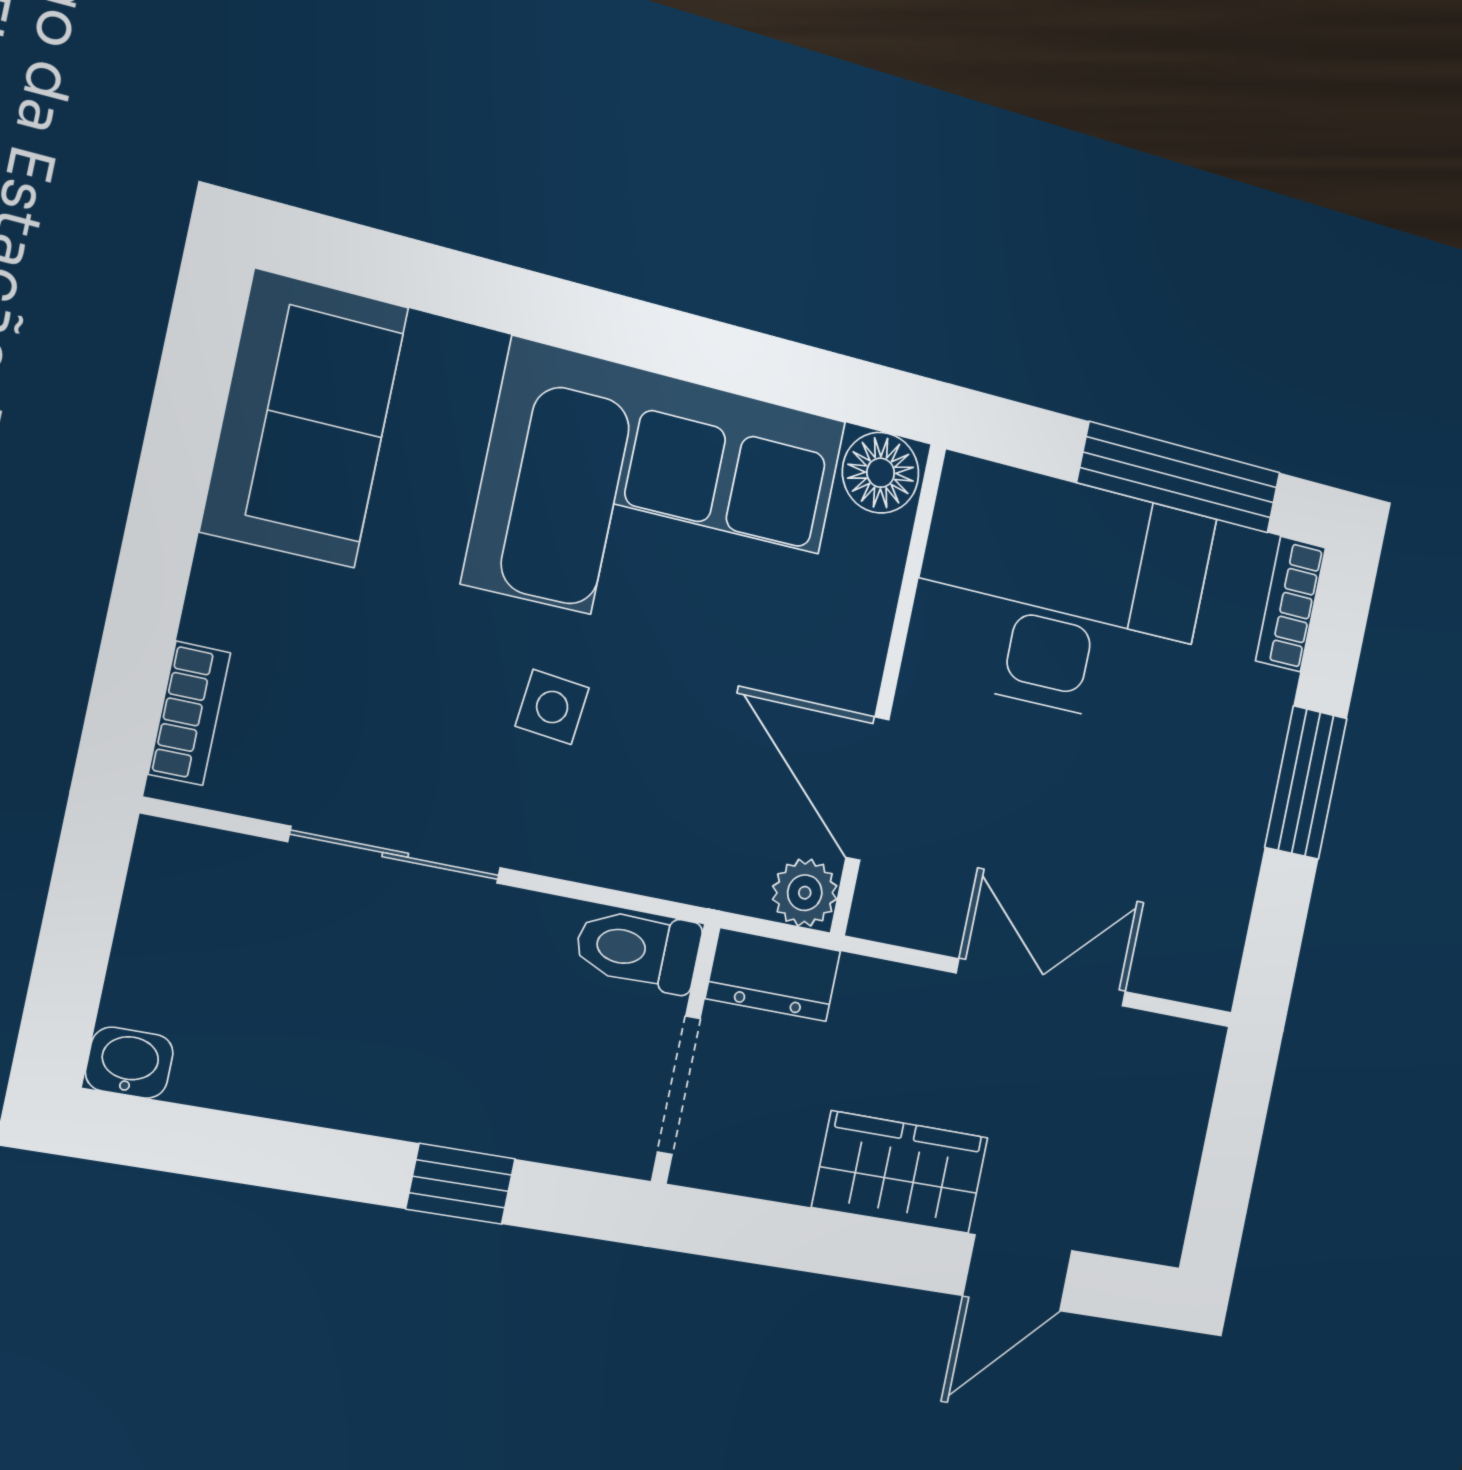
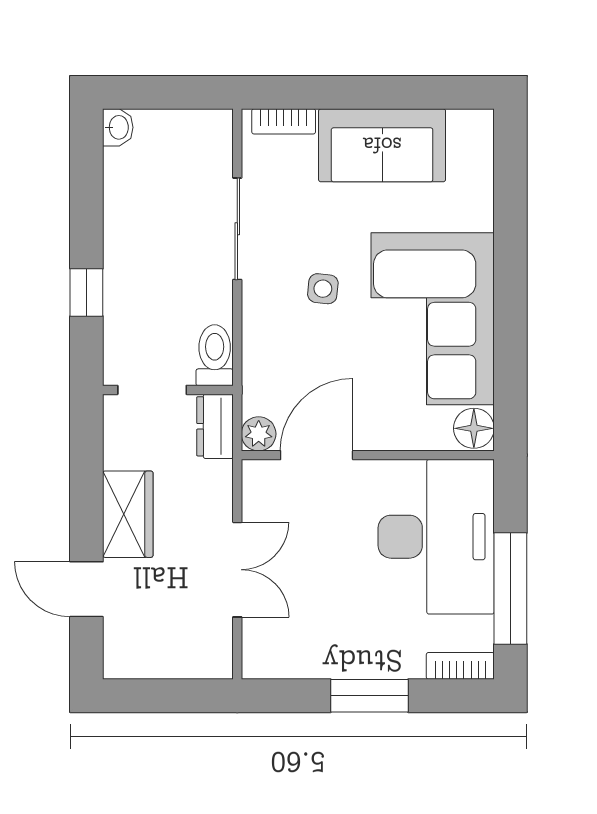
sofa: (305, 419) -> (382, 145), moved

